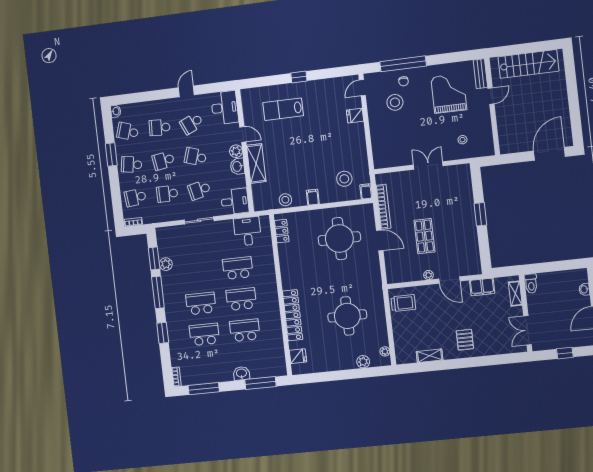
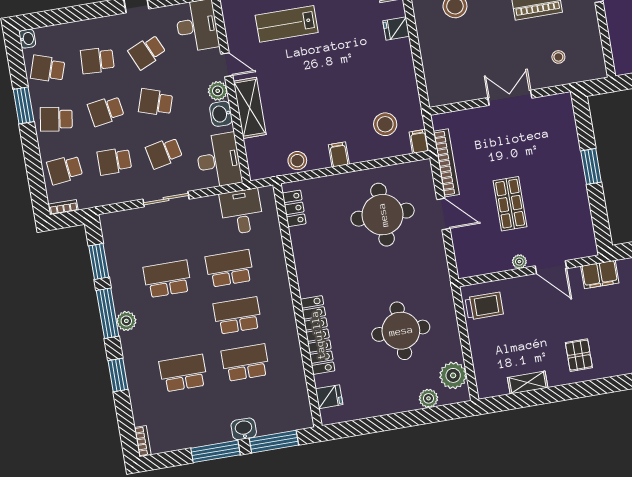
desk: (235, 201) -> (219, 160), width x1.37
plant: (166, 264) -> (126, 321), moved
school desk: (201, 303) -> (167, 279), moved
plant: (385, 351) -> (453, 375), width x1.87, depth x1.87
window: (204, 389) -> (216, 451), moved

